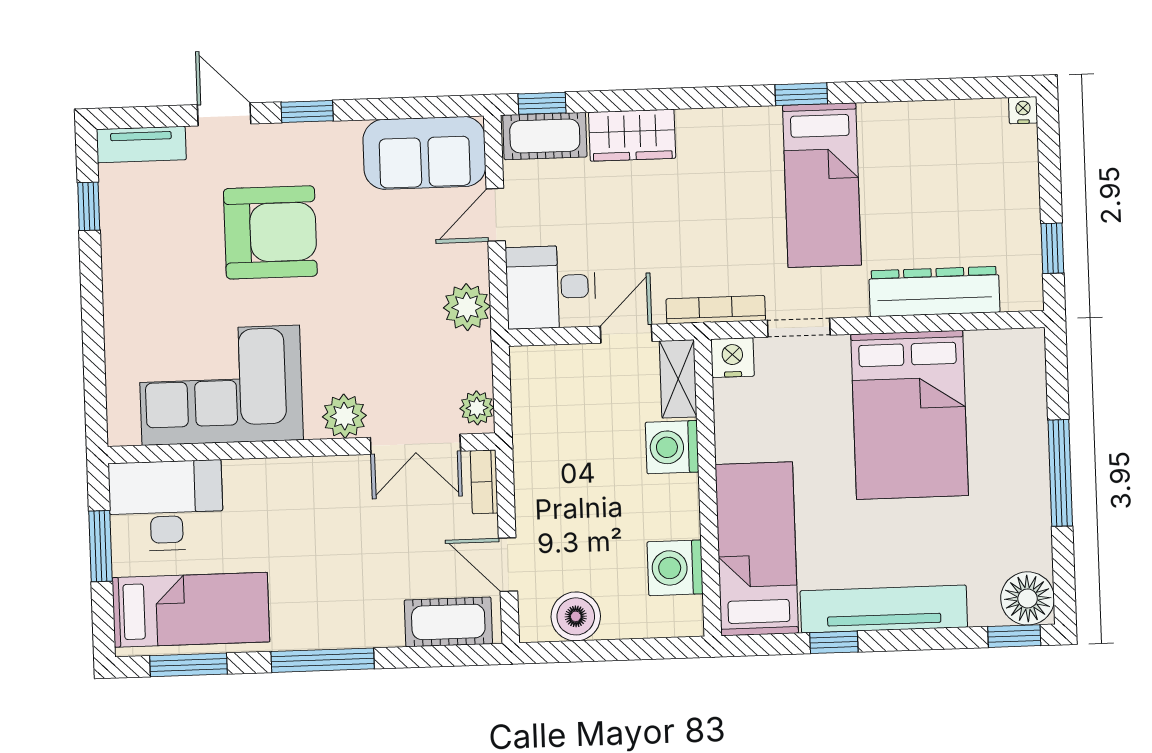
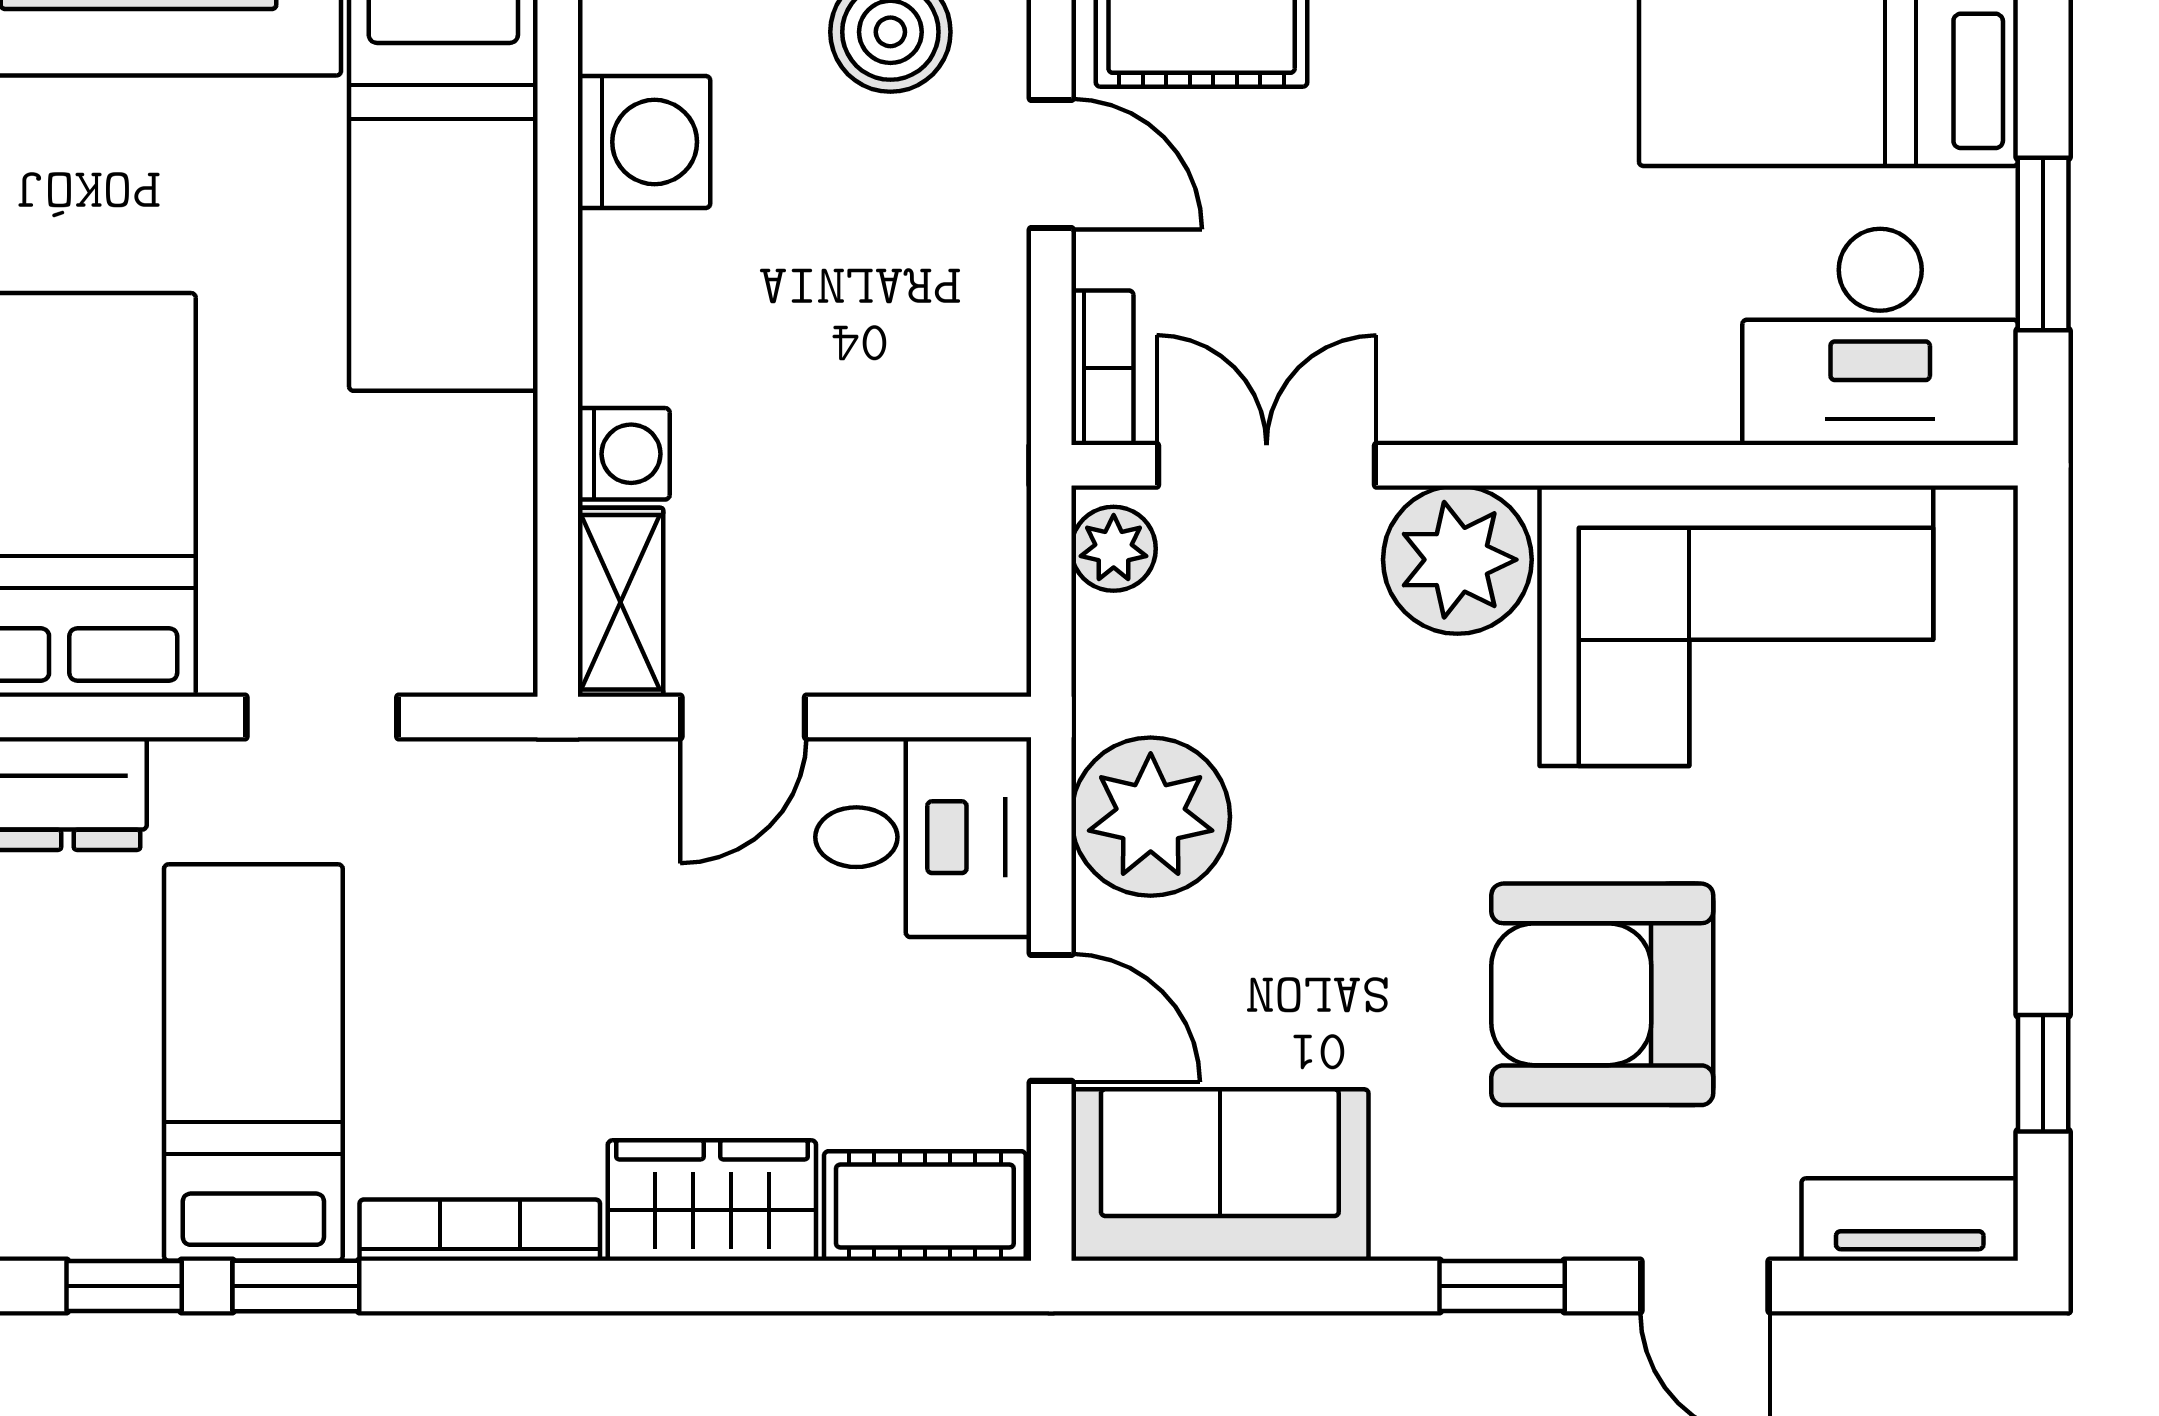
window: (542, 103) -> (124, 1286), moved
door: (496, 215) -> (1051, 1018), hinge flipped
plant: (467, 307) -> (1151, 817), width x1.36, depth x1.36
bookcase: (716, 310) -> (480, 1230), moved, turned 180
nightstand: (732, 358) -> (486, 650), removed
plant: (344, 416) -> (1457, 560), width x1.36, depth x1.36
washing machine: (672, 447) -> (624, 454), width x0.73, depth x0.73

